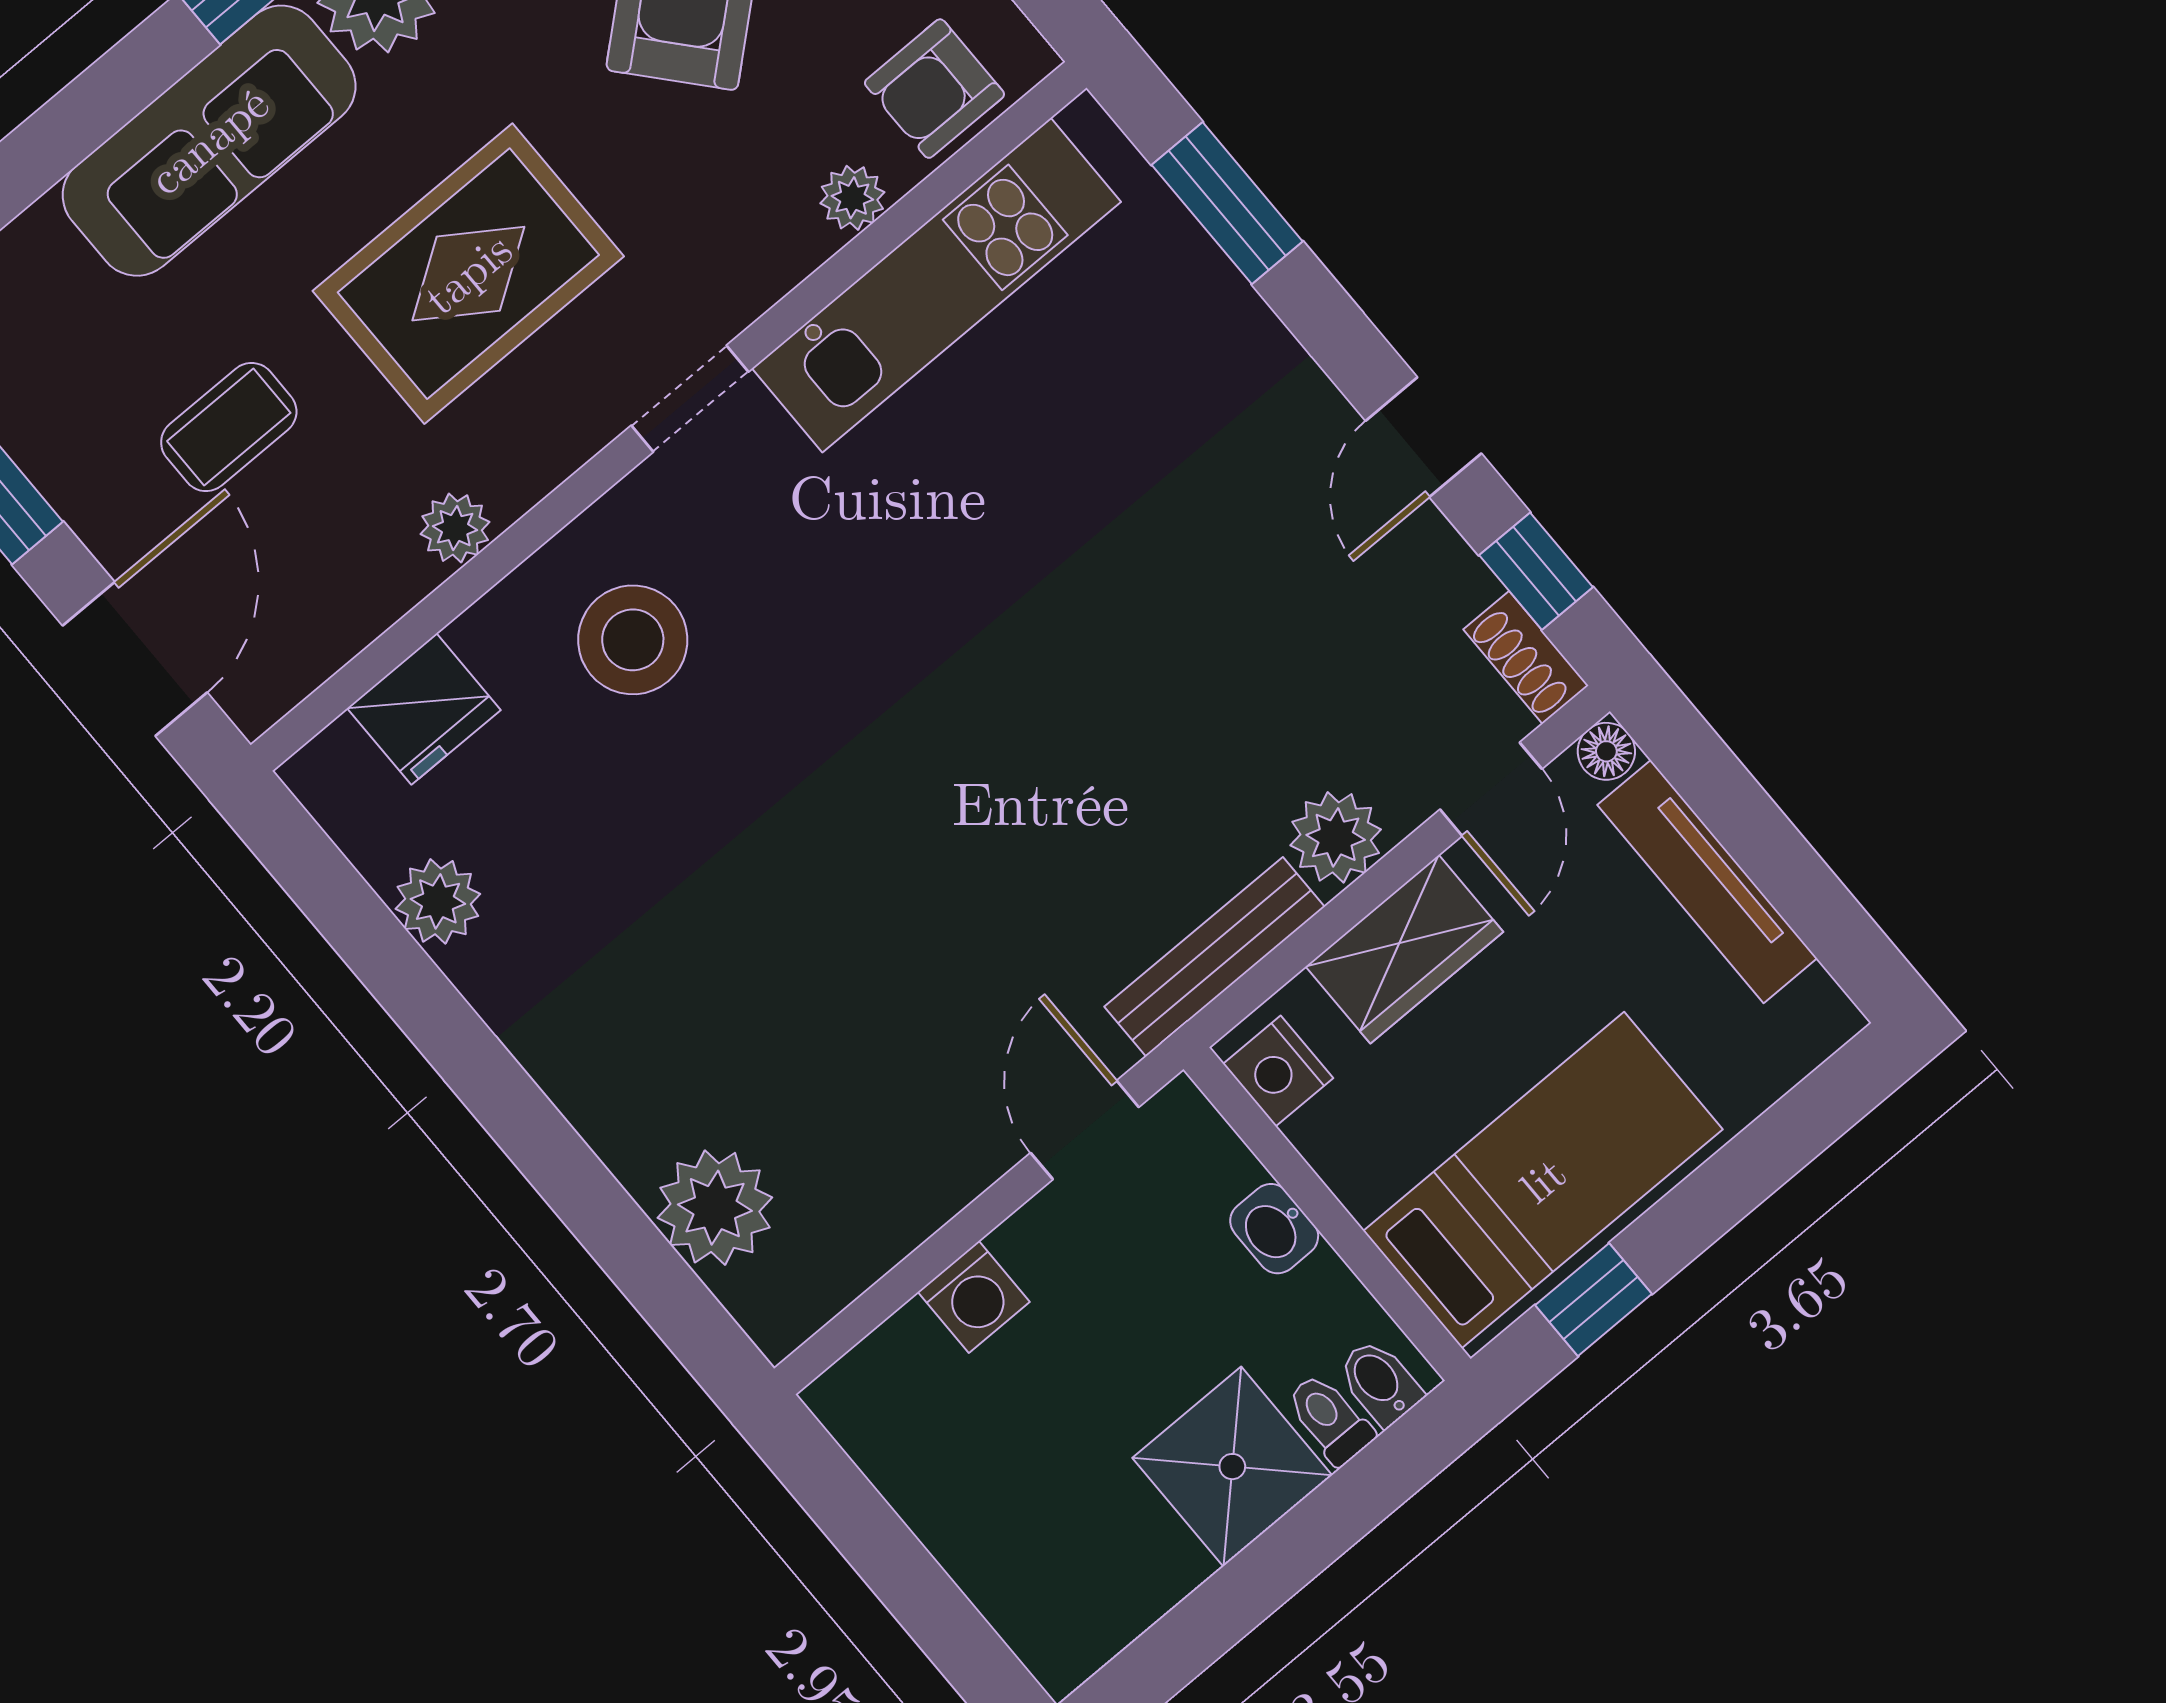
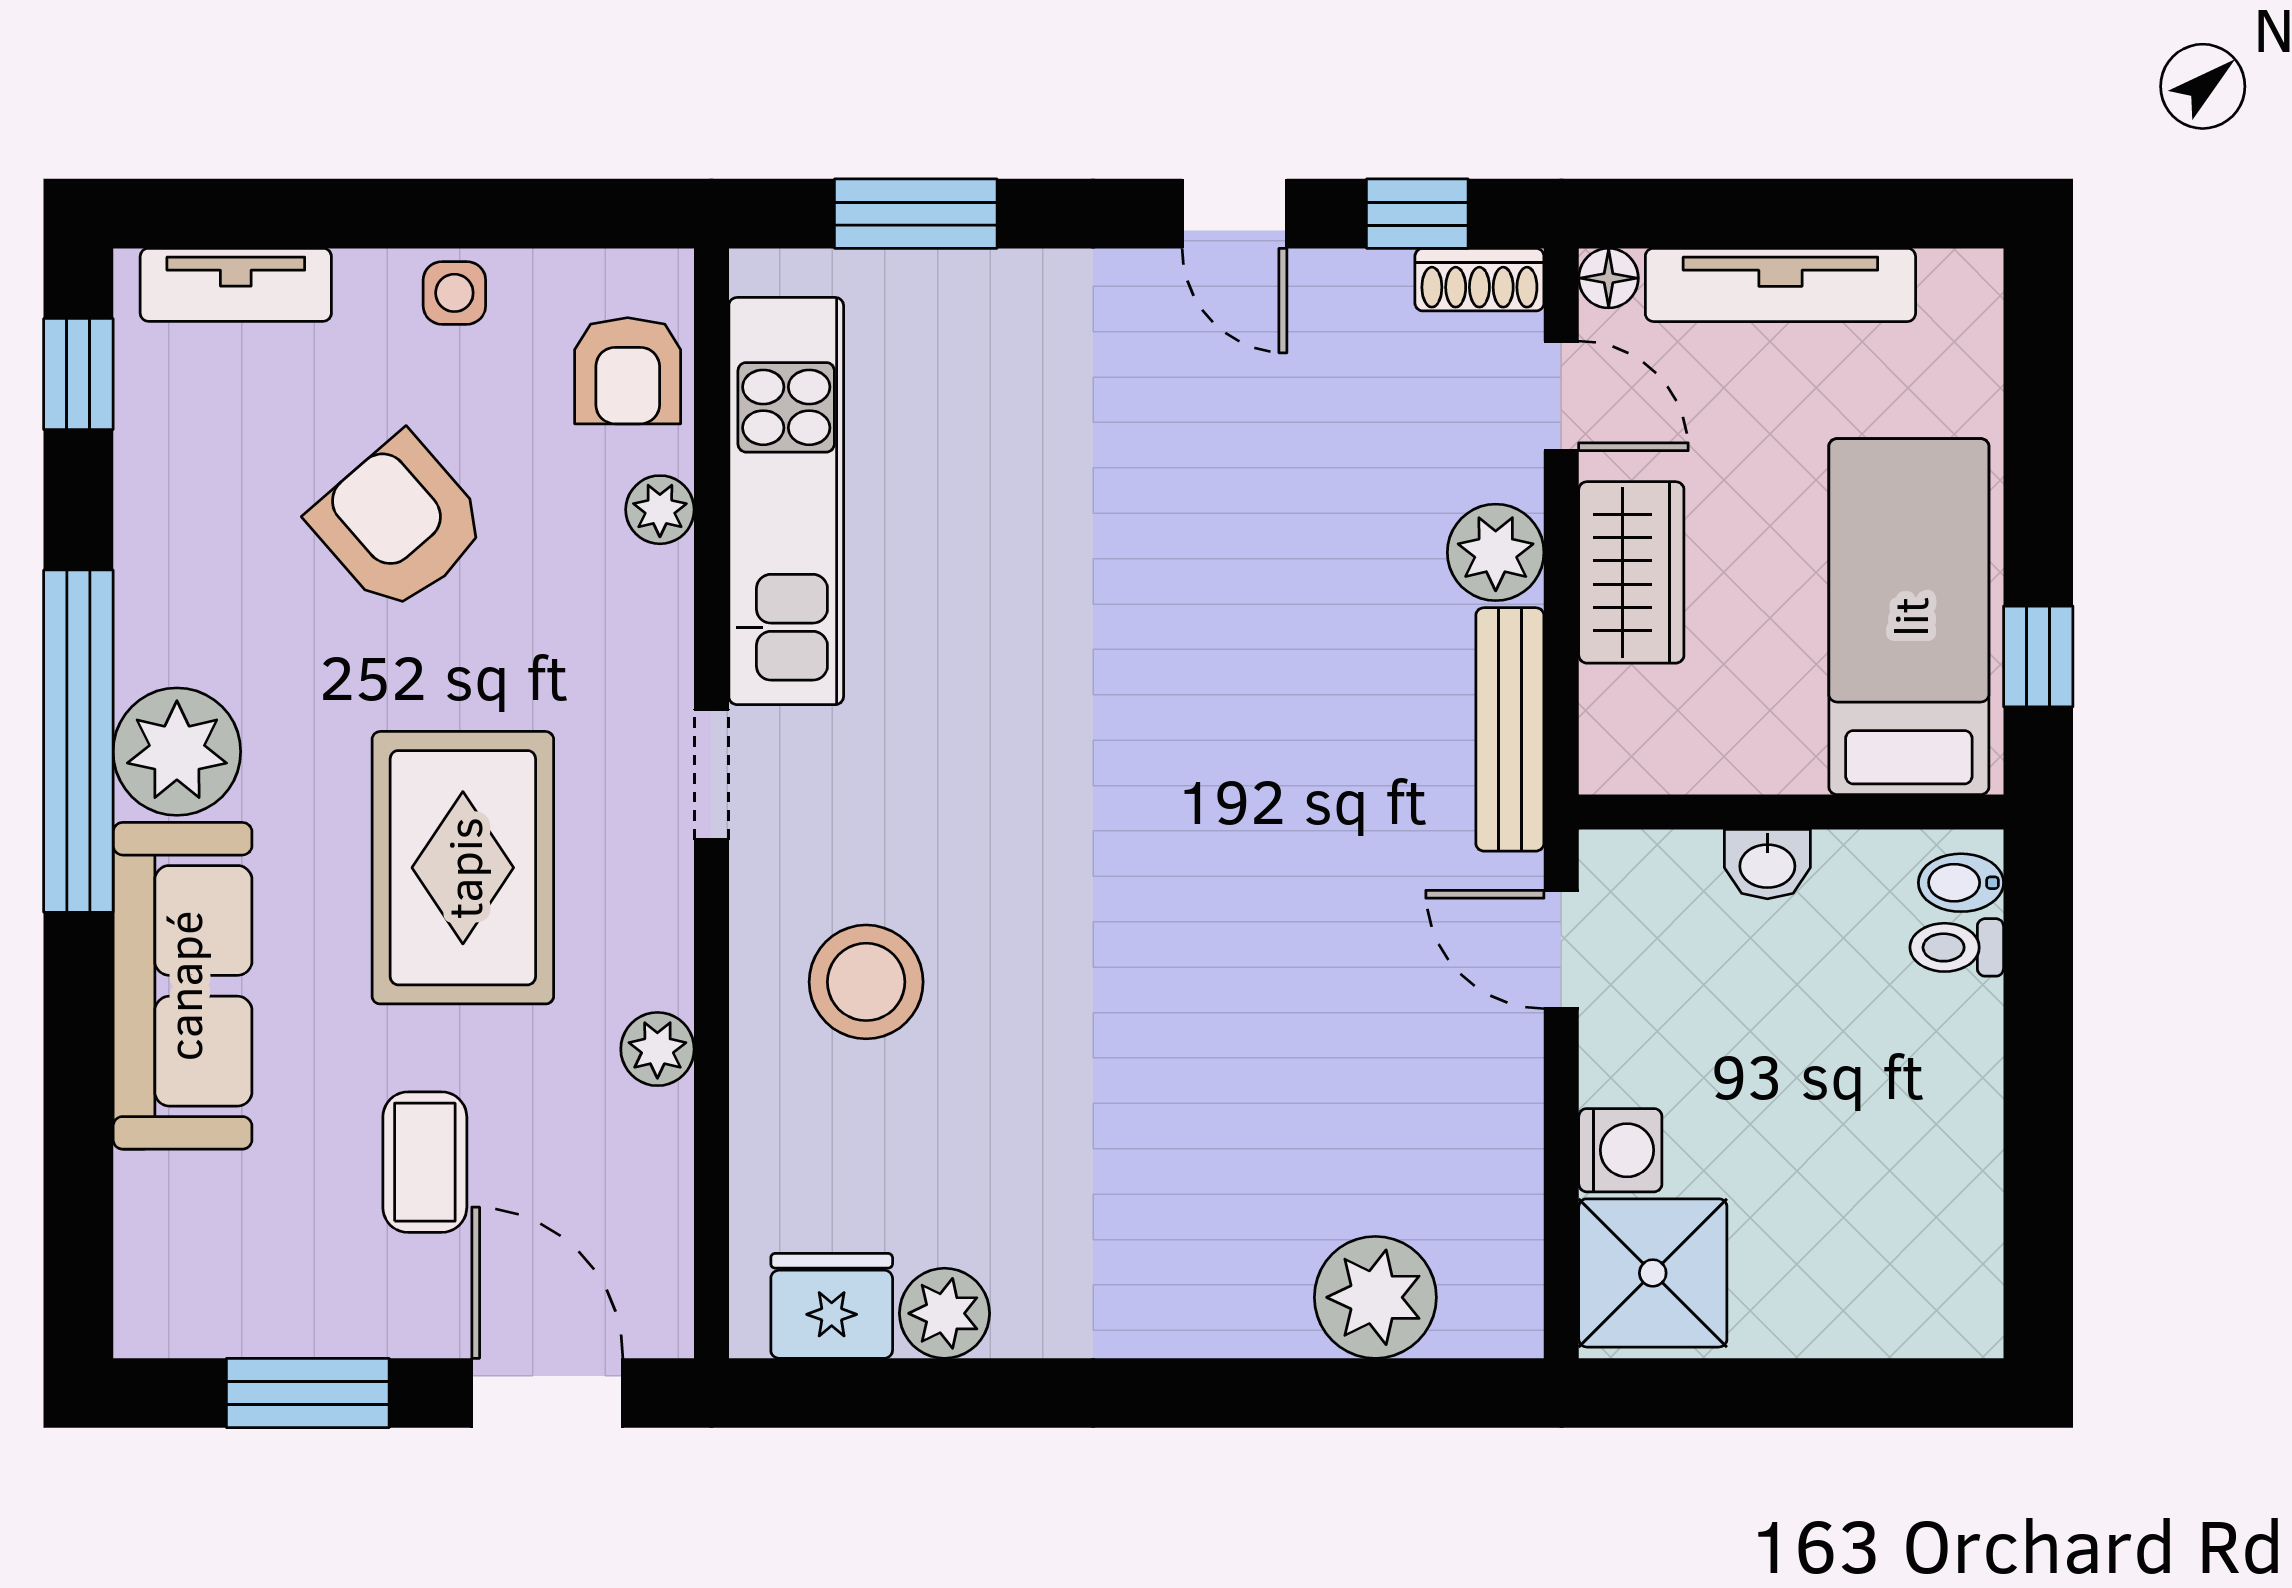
fridge: (424, 709) -> (832, 1306), moved, turned -90
nightstand: (1278, 1071) -> (1644, 755), removed
shower: (1232, 1467) -> (1653, 1273), moved

